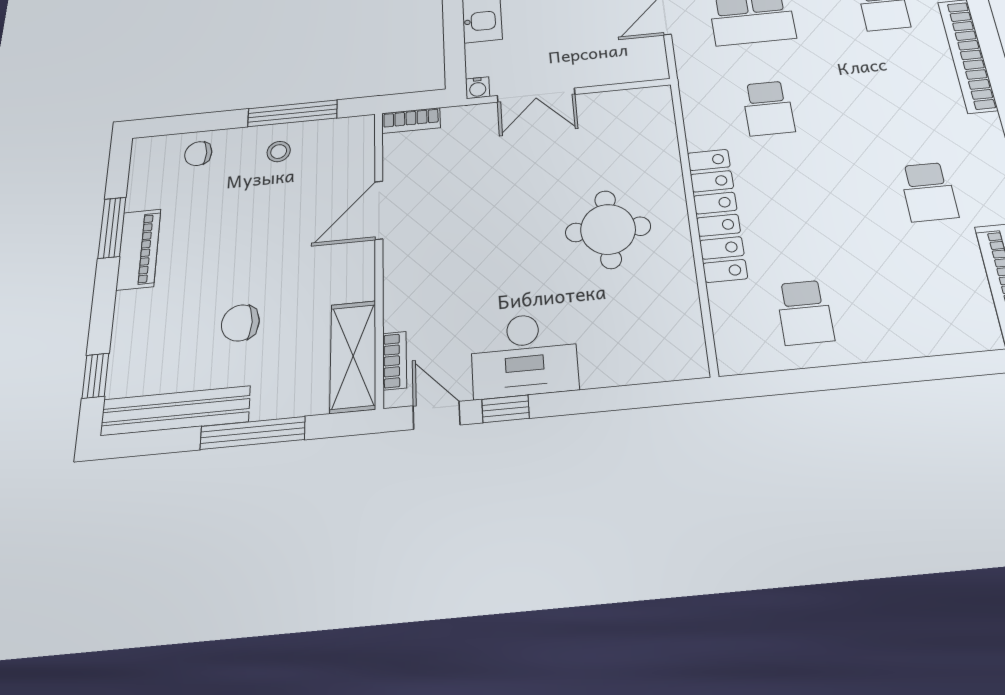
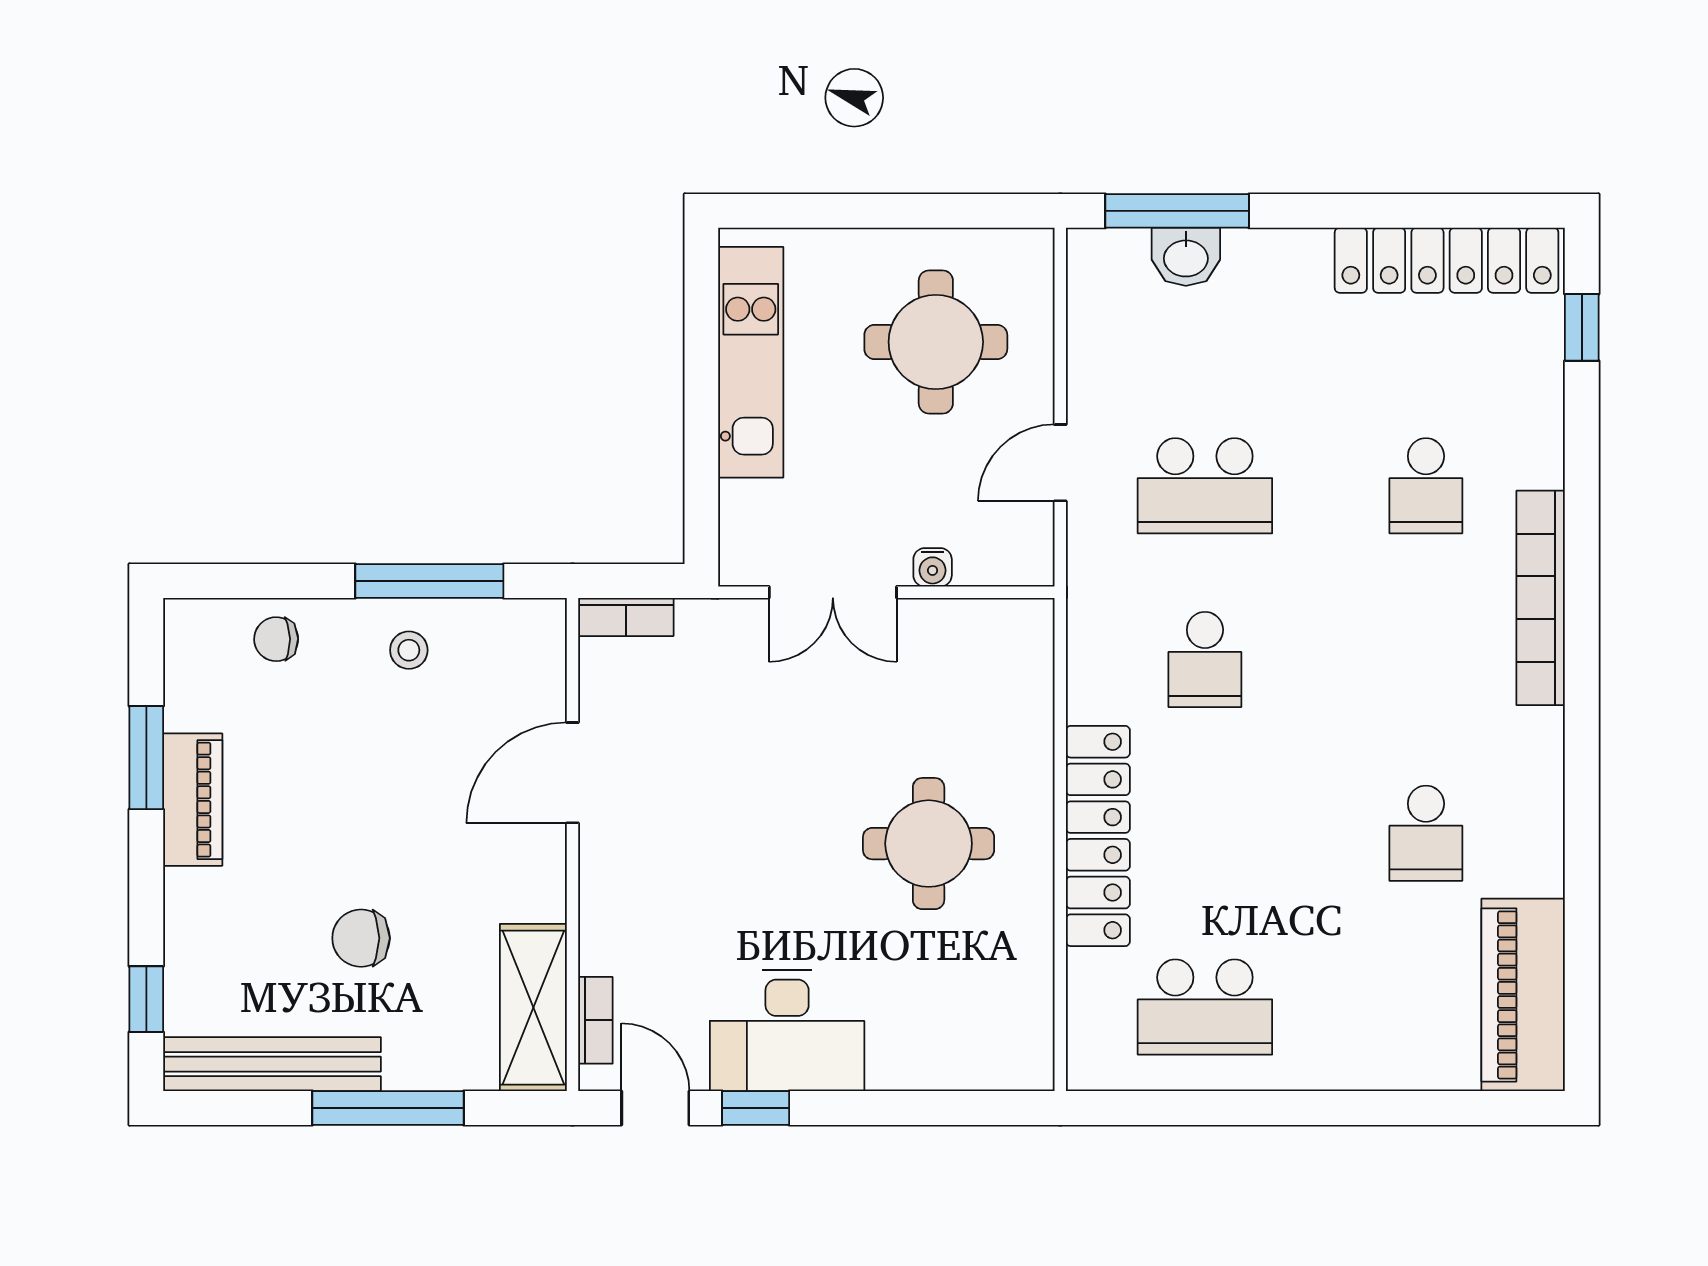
water cooler: (478, 88) -> (933, 567), moved
school desk: (805, 312) -> (1205, 1007), width x1.85

